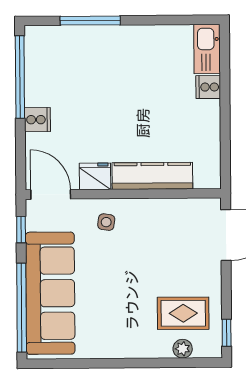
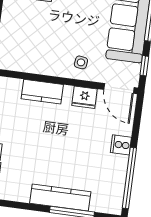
kitchen counter: (109, 38) -> (60, 197), added
kitchen counter: (152, 176) -> (42, 92), width x0.67

